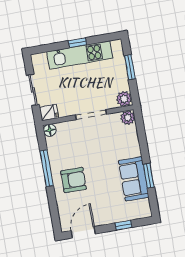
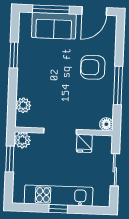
window: (130, 67) -> (10, 159), moved
fridge: (49, 113) -> (84, 143), moved, turned -90
plant: (128, 118) -> (23, 105), moved
sofa: (134, 179) -> (54, 26), moved, turned 90
window: (124, 225) -> (51, 9), width x2.17

